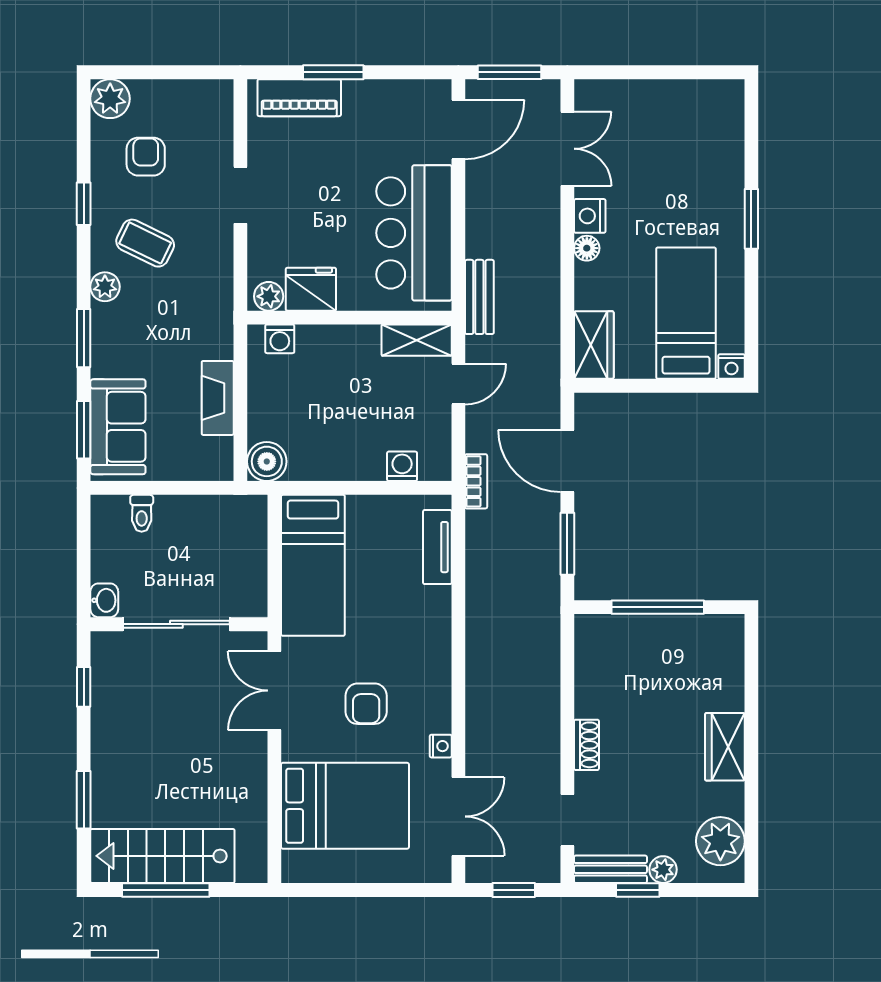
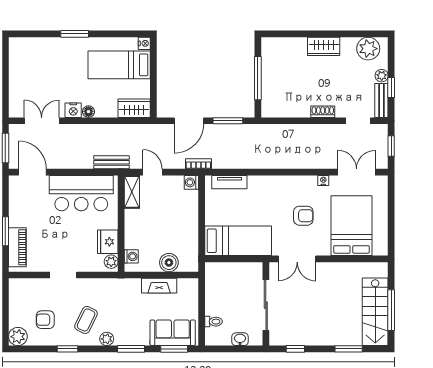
boiler: (267, 461) -> (169, 263), moved
washing machine: (402, 466) -> (191, 182), moved
washbasin: (104, 600) -> (240, 339), moved

